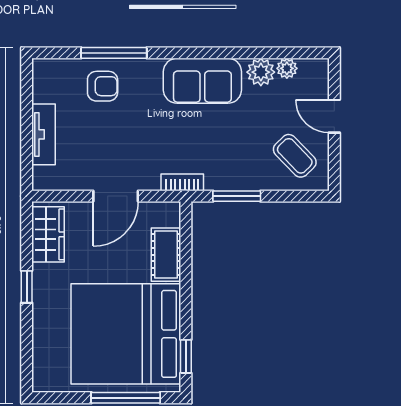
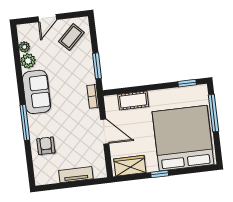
window: (114, 53) -> (25, 122), moved
bed: (126, 334) -> (183, 138), moved, turned 180

